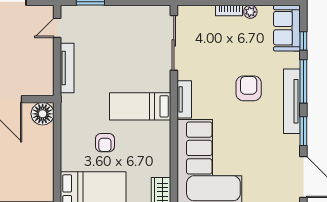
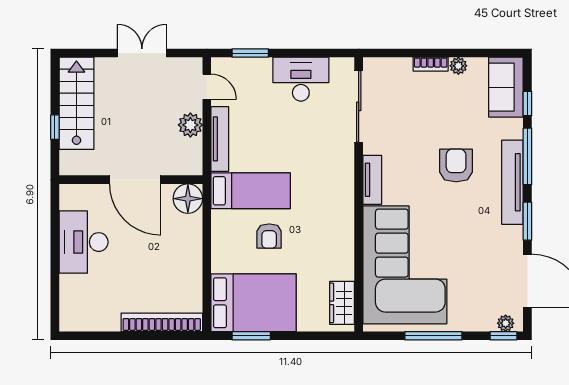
desk: (129, 22) -> (301, 79), added
door: (57, 28) -> (207, 87), swing flipped
plant: (44, 57) -> (190, 125), added
bed: (140, 106) -> (251, 191), moved, turned 180

